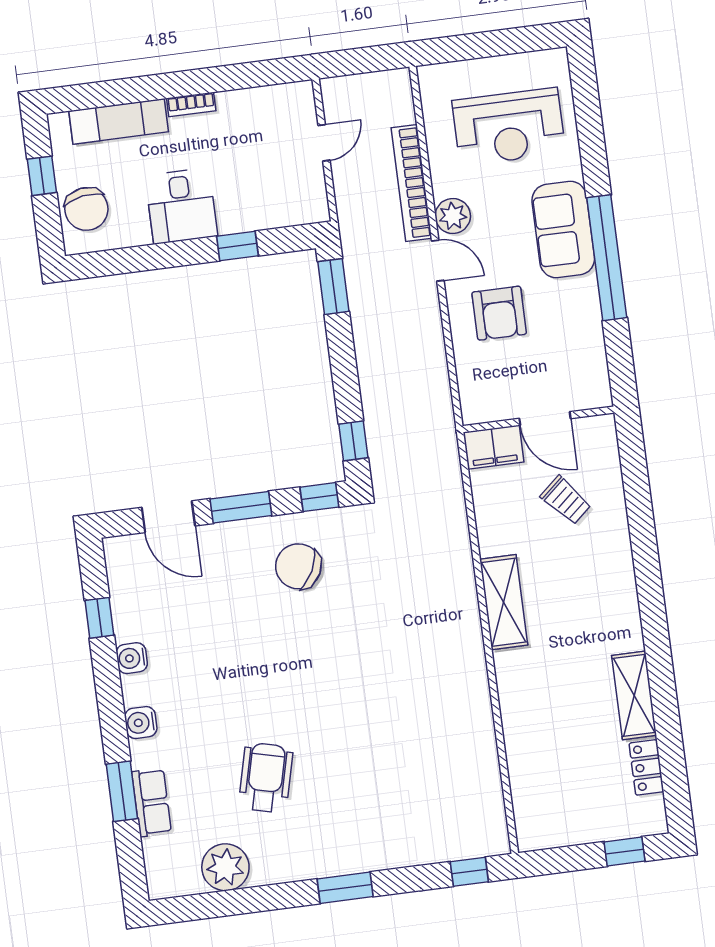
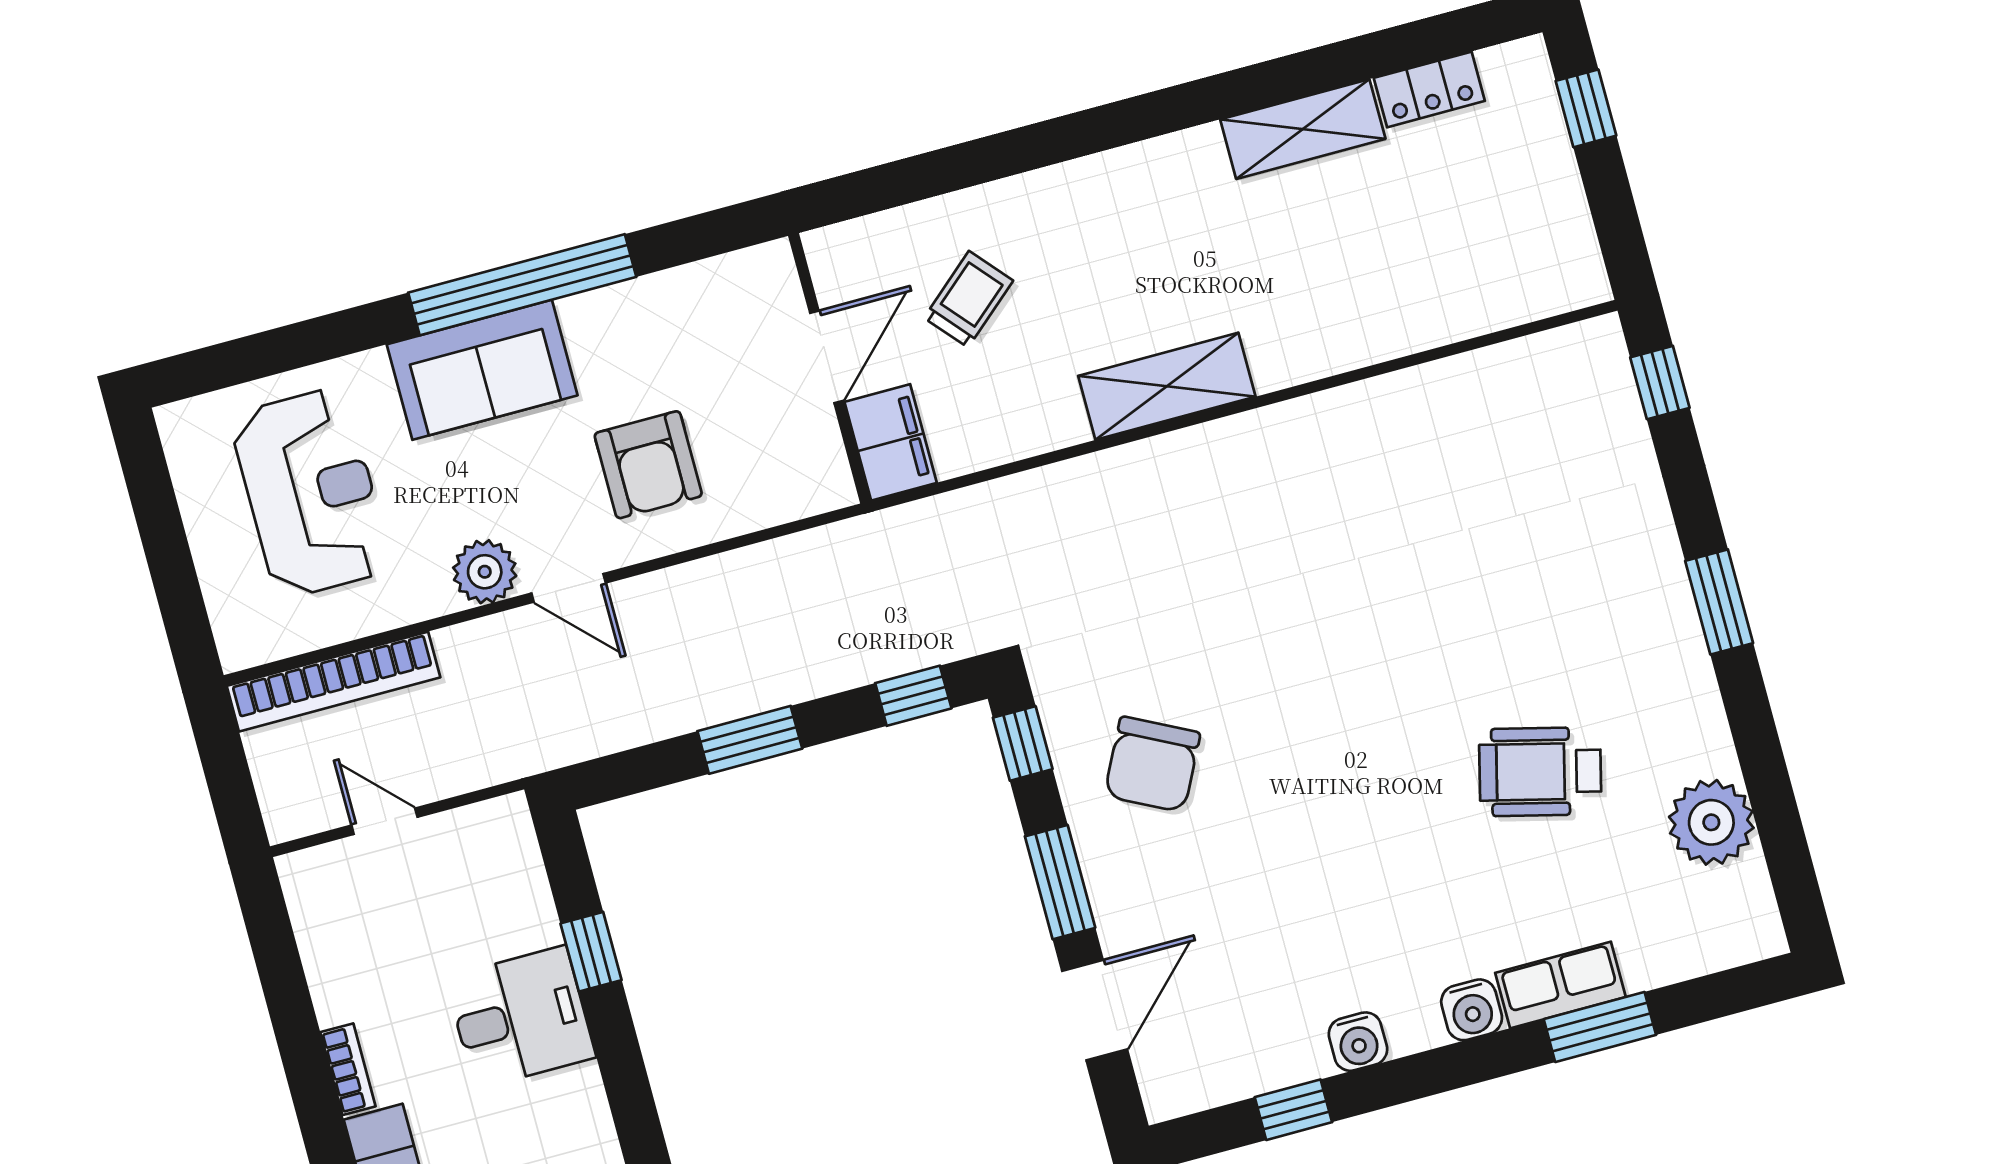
bookcase: (411, 183) -> (333, 682), moved
desk: (181, 206) -> (520, 1017), moved
door: (438, 261) -> (569, 588), swing flipped
window: (333, 287) -> (750, 740), moved
armchair: (499, 313) -> (648, 465), turned 90
row of seats: (152, 802) -> (1560, 985), moved

